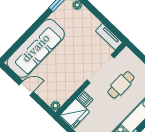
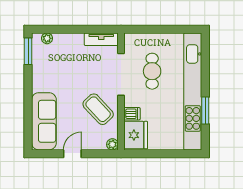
sofa: (36, 48) -> (44, 121), width x0.74, depth x0.79
coffee table: (67, 77) -> (98, 109), added

